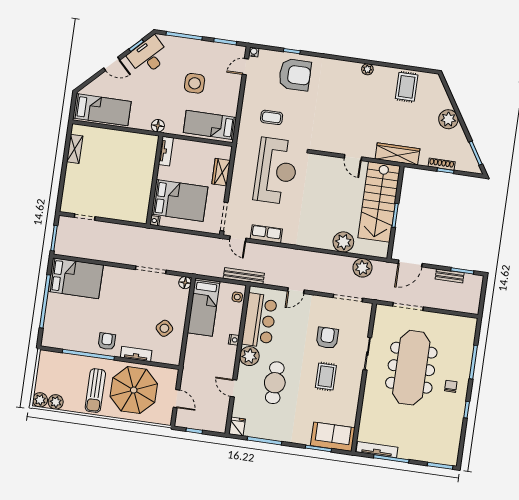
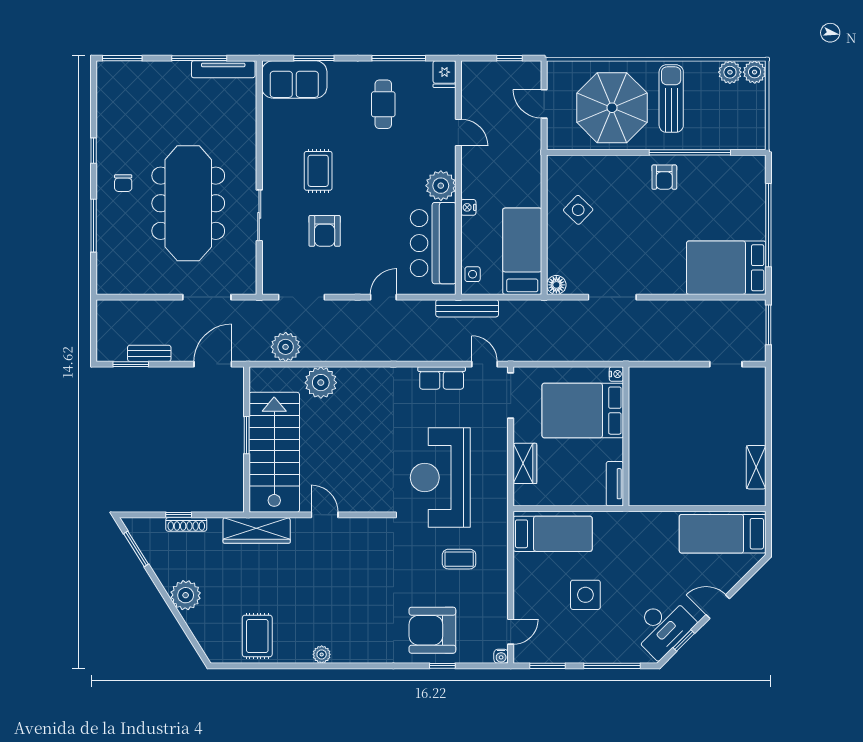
floor lamp: (158, 126) -> (633, 521), removed
tv unit: (136, 354) -> (616, 164), removed
cafe table: (275, 383) -> (383, 104), moved, width x0.73, depth x0.74

